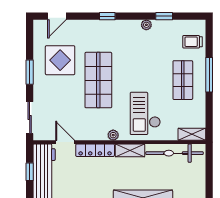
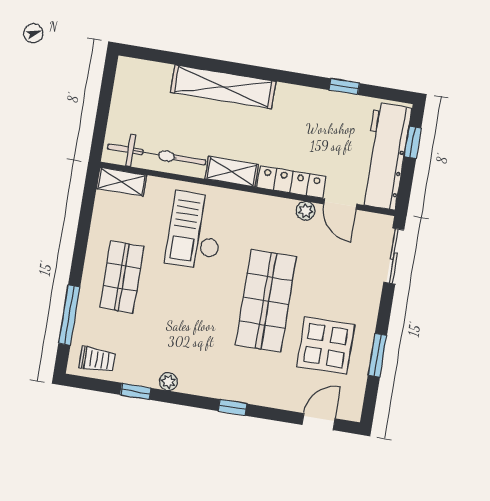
trolley: (192, 42) -> (97, 360), moved
window: (30, 72) -> (377, 355), moved
window: (209, 75) -> (69, 315), moved
checkout: (145, 113) -> (195, 231), turned 180
plant: (113, 135) -> (306, 211), moved
window: (30, 172) -> (413, 142), moved

